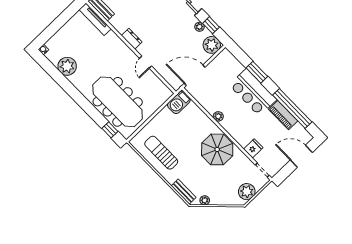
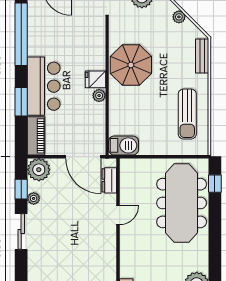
dresser: (132, 39) -> (109, 180), moved
piano: (283, 115) -> (36, 136), moved
fridge: (253, 148) -> (95, 79), moved
plant: (205, 200) -> (179, 17), moved

